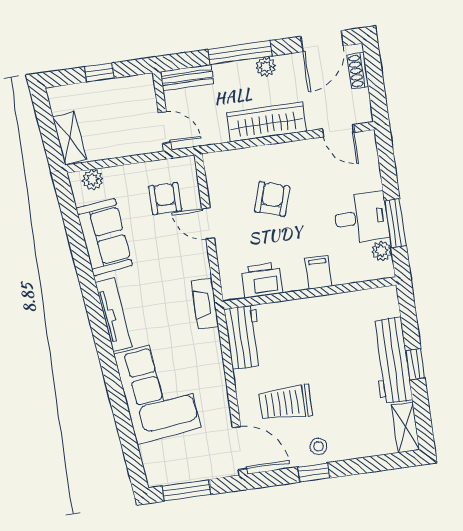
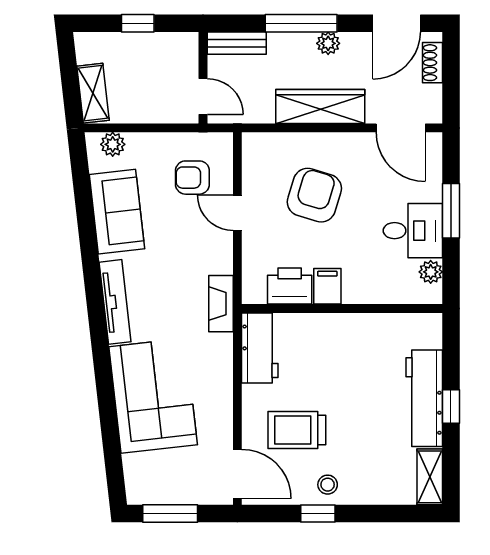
door: (338, 131) -> (401, 128), width x1.38
armchair: (165, 199) -> (192, 178), turned -90
armchair: (272, 199) -> (314, 195), width x1.38, depth x1.38
window: (395, 223) -> (451, 211), moved
filing cabinet: (319, 272) -> (327, 286), moved

